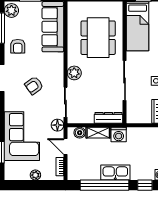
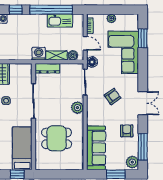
dining table: (98, 38) -> (57, 138), width x0.73
kitchen sink: (115, 173) -> (60, 21), moved

